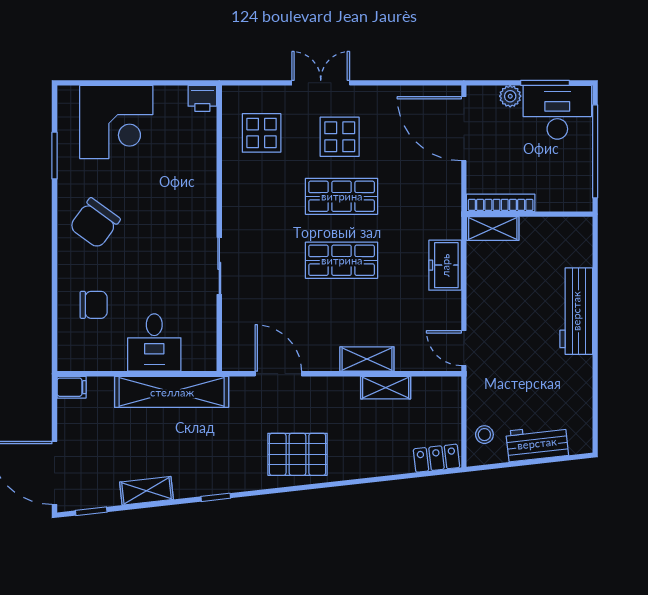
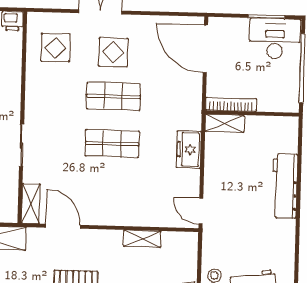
plant: (510, 96) -> (240, 26), removed
shelving: (367, 359) -> (31, 203), moved, turned 90

